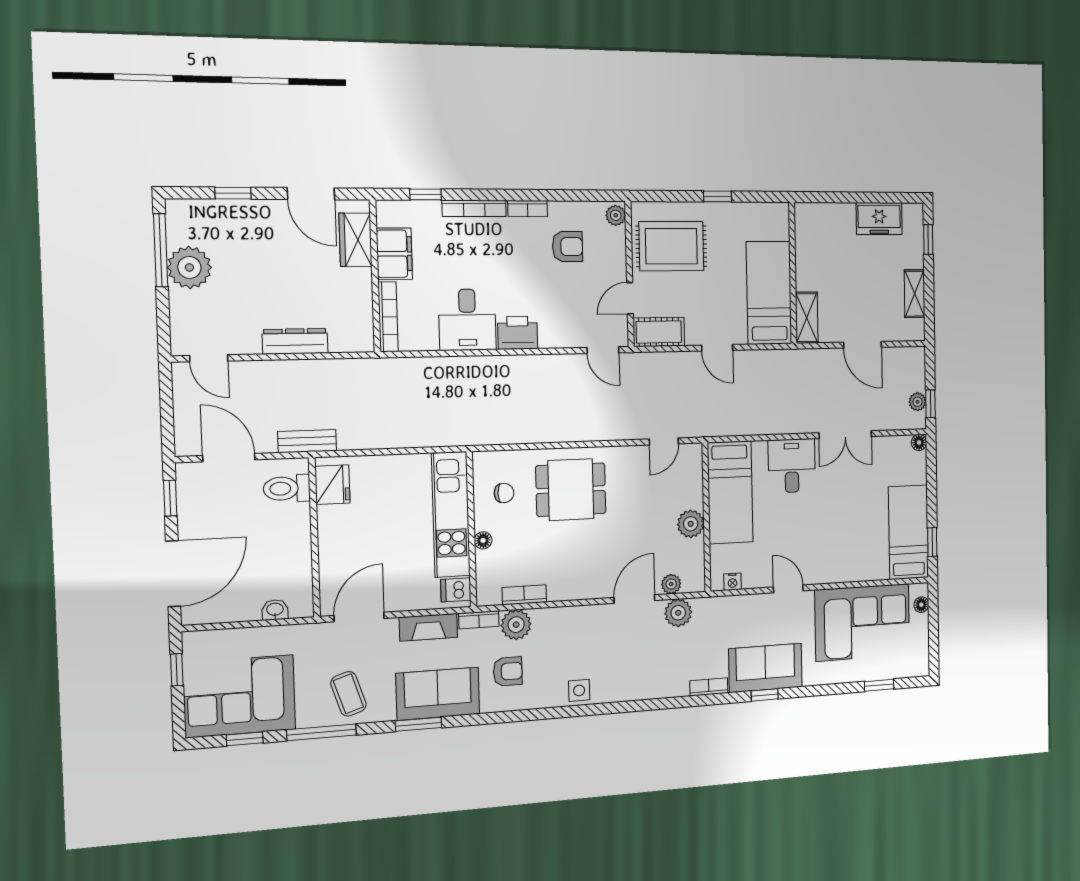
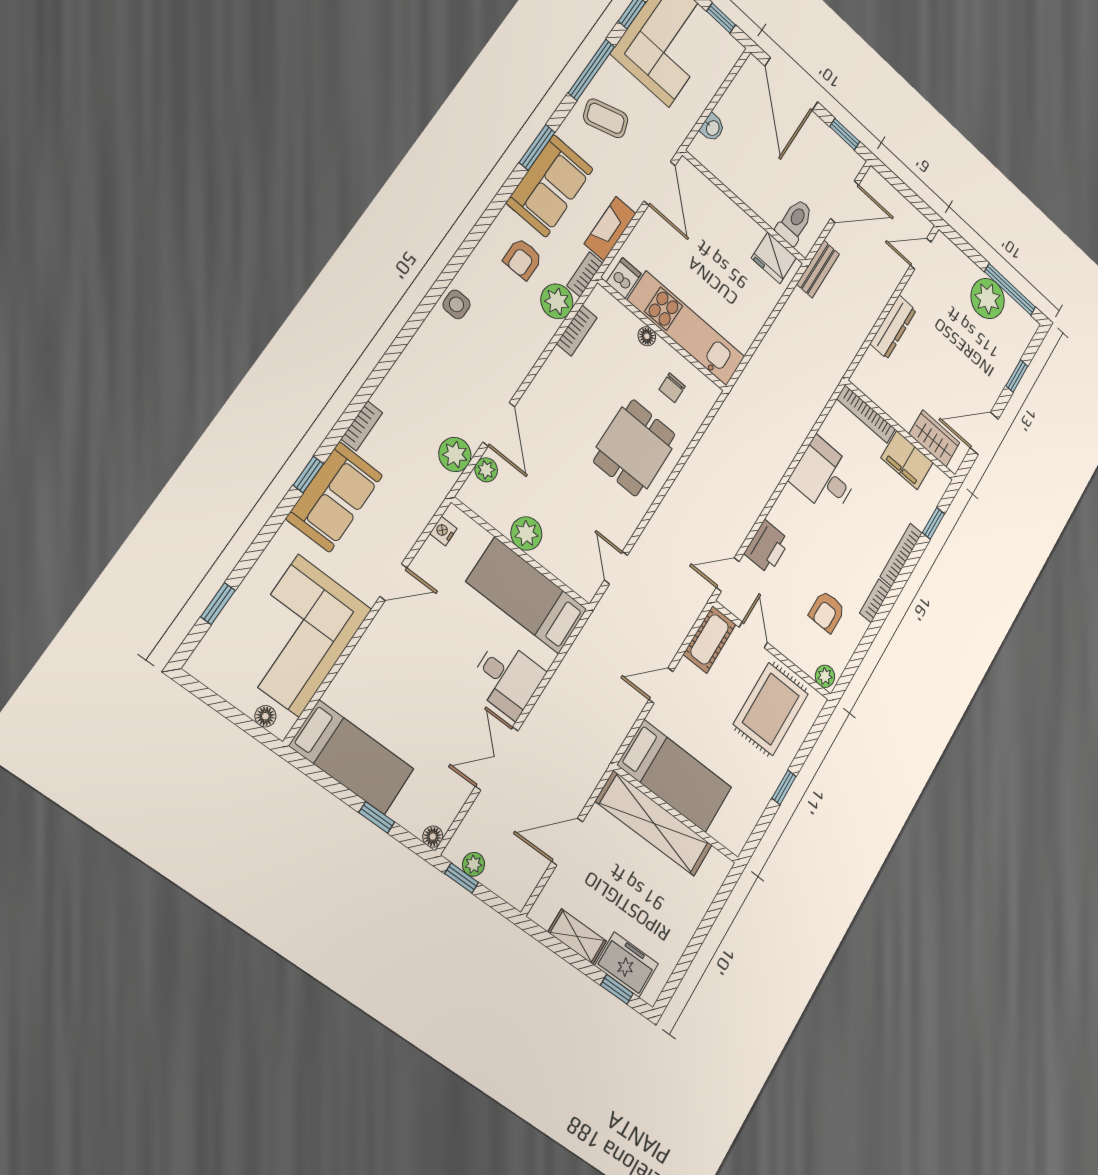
freezer: (879, 219) -> (627, 965), moved, turned 90
shelving: (807, 318) -> (654, 823), width x2.20, depth x1.33
printer: (518, 333) -> (767, 547), moved
window: (932, 542) -> (377, 817), moved

